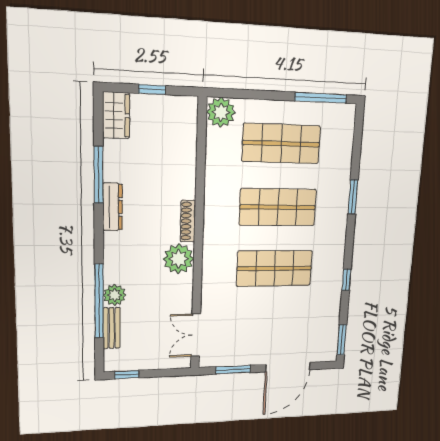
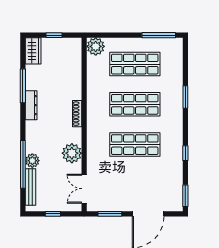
plant: (179, 259) -> (72, 153), moved
bench: (112, 328) -> (31, 187), width x1.36
window: (127, 375) -> (53, 214), moved

